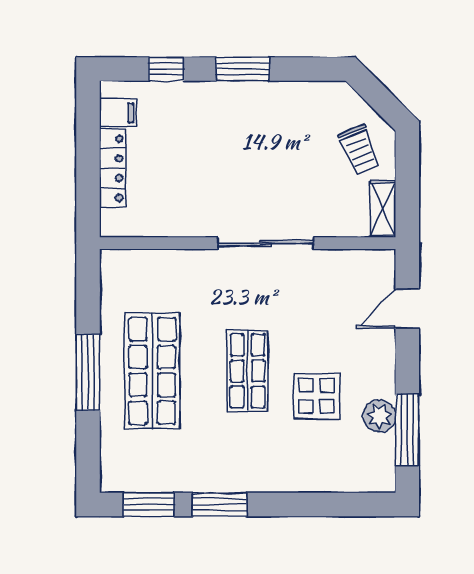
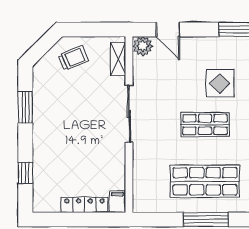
window: (243, 69) -> (25, 107), moved
filing cabinet: (118, 113) -> (117, 202), moved
shelving: (383, 209) -> (118, 59), moved, turned 90
plant: (380, 416) -> (143, 46), moved

